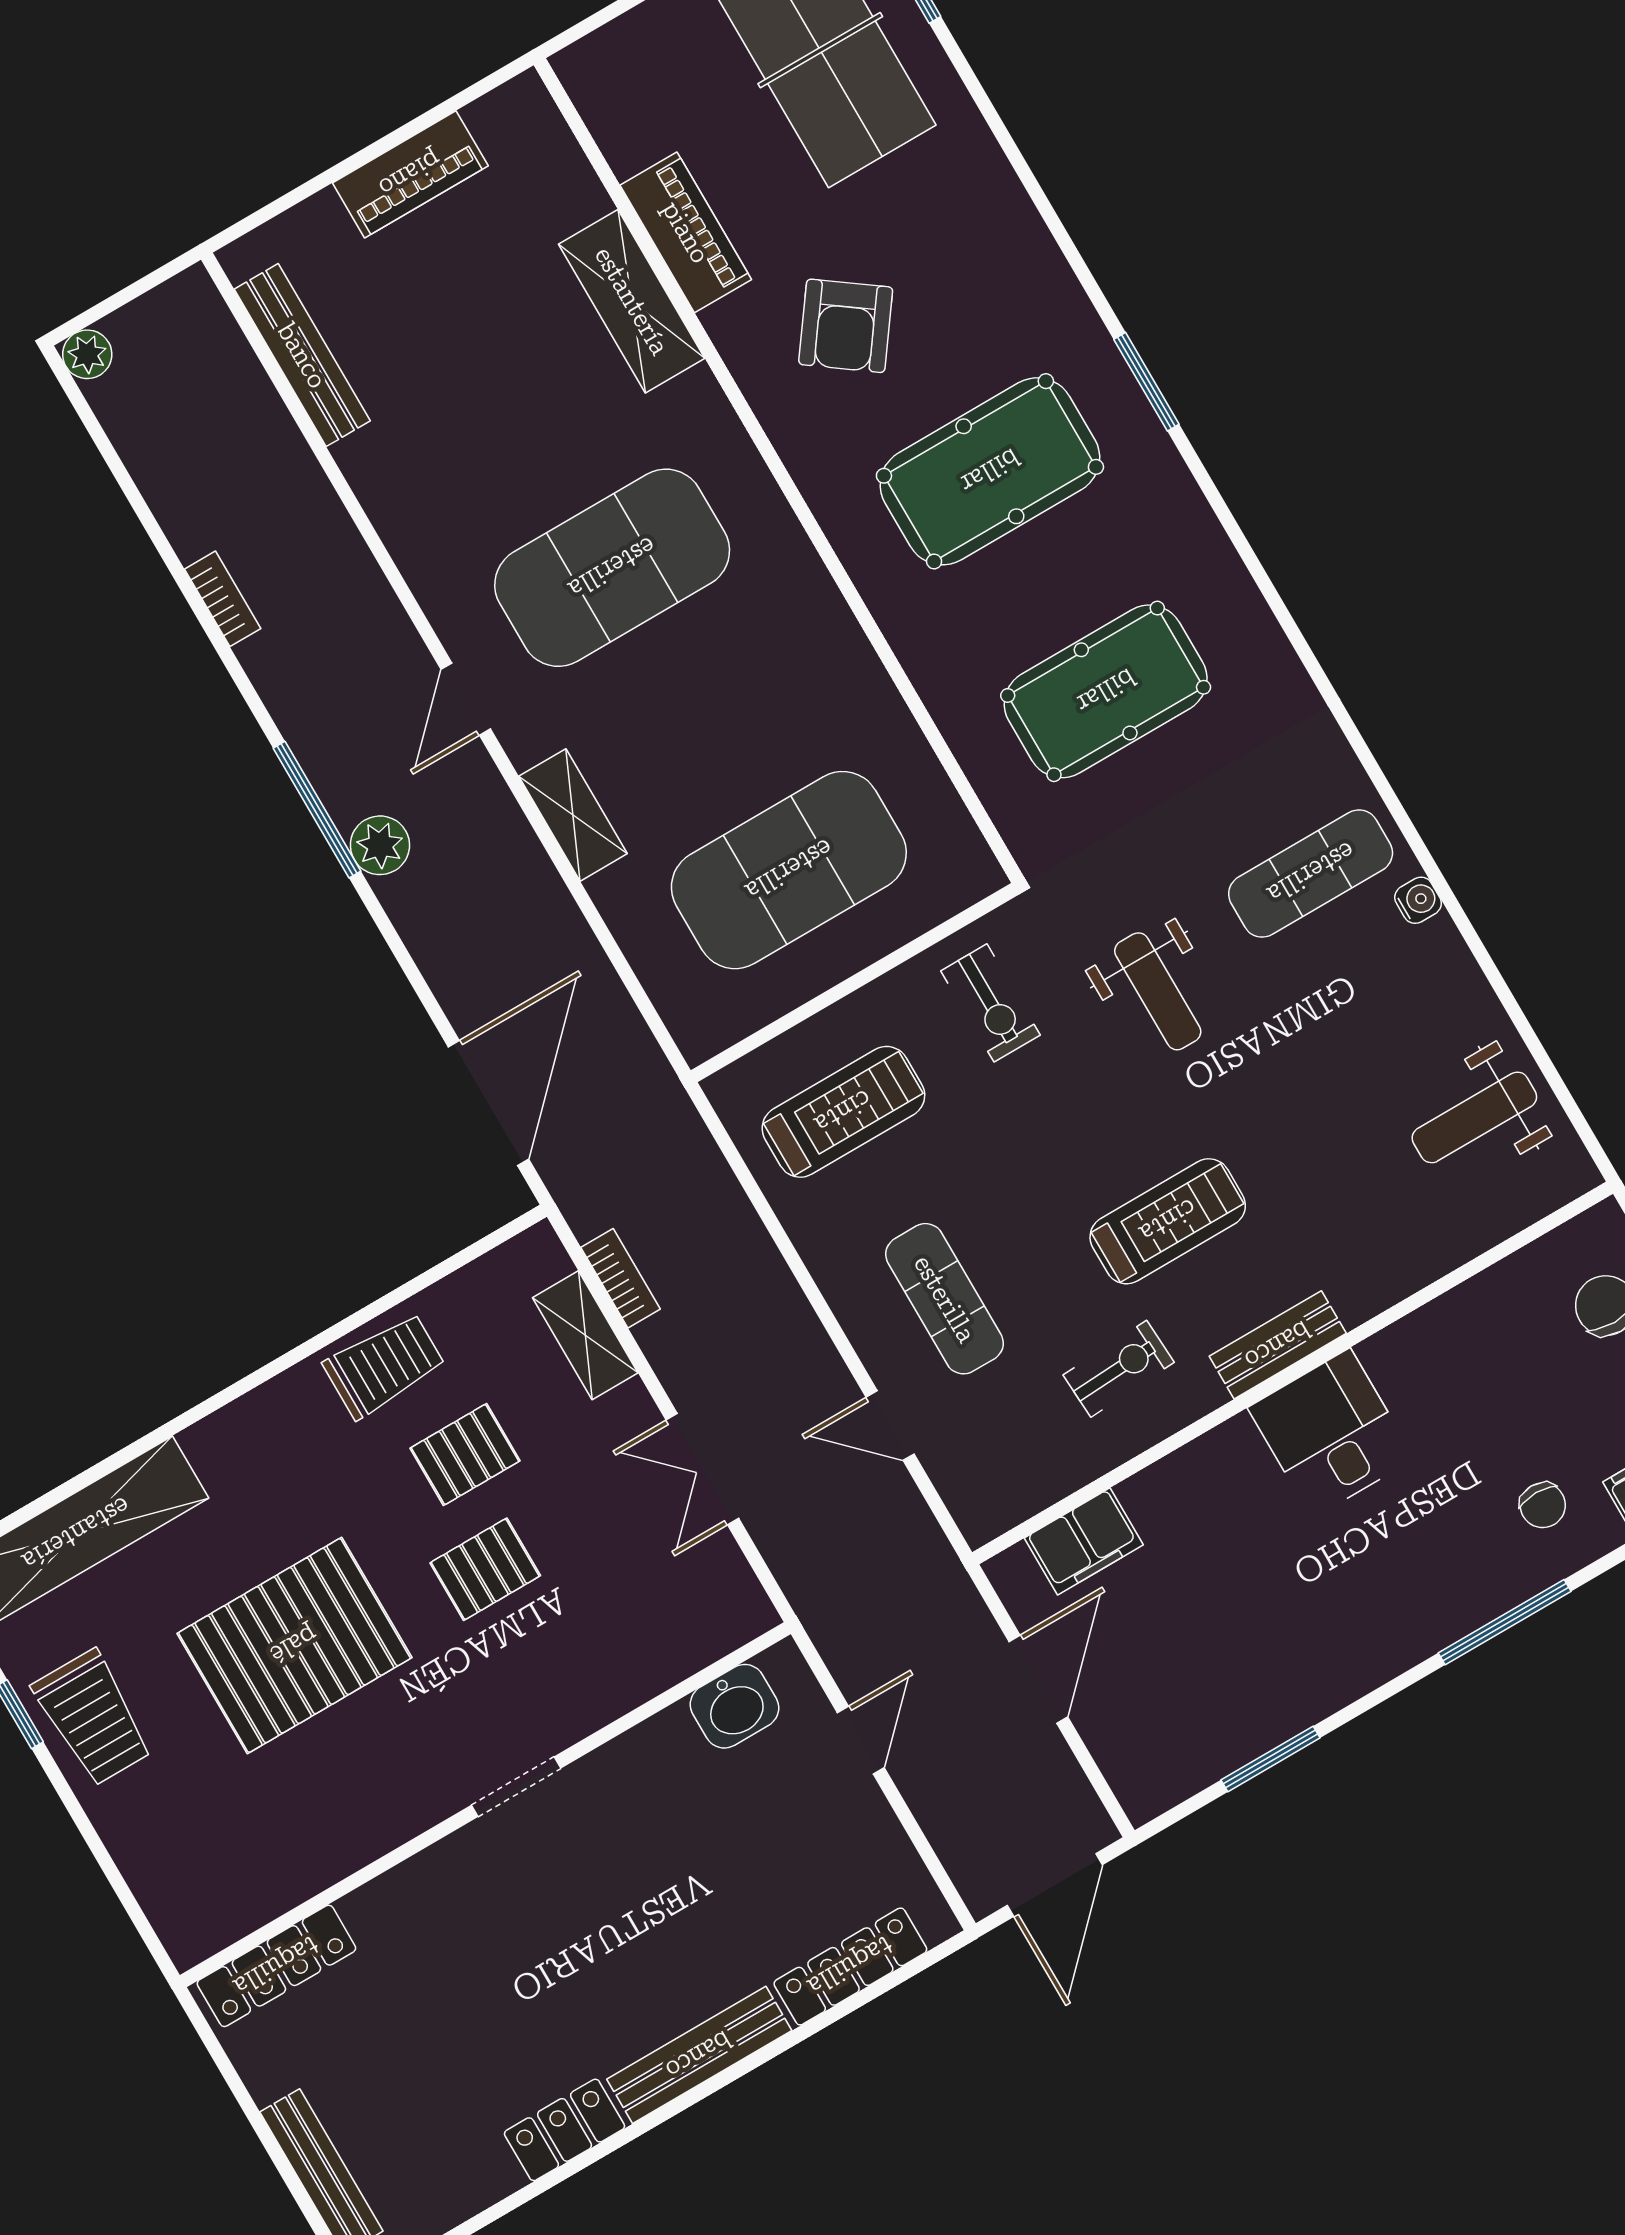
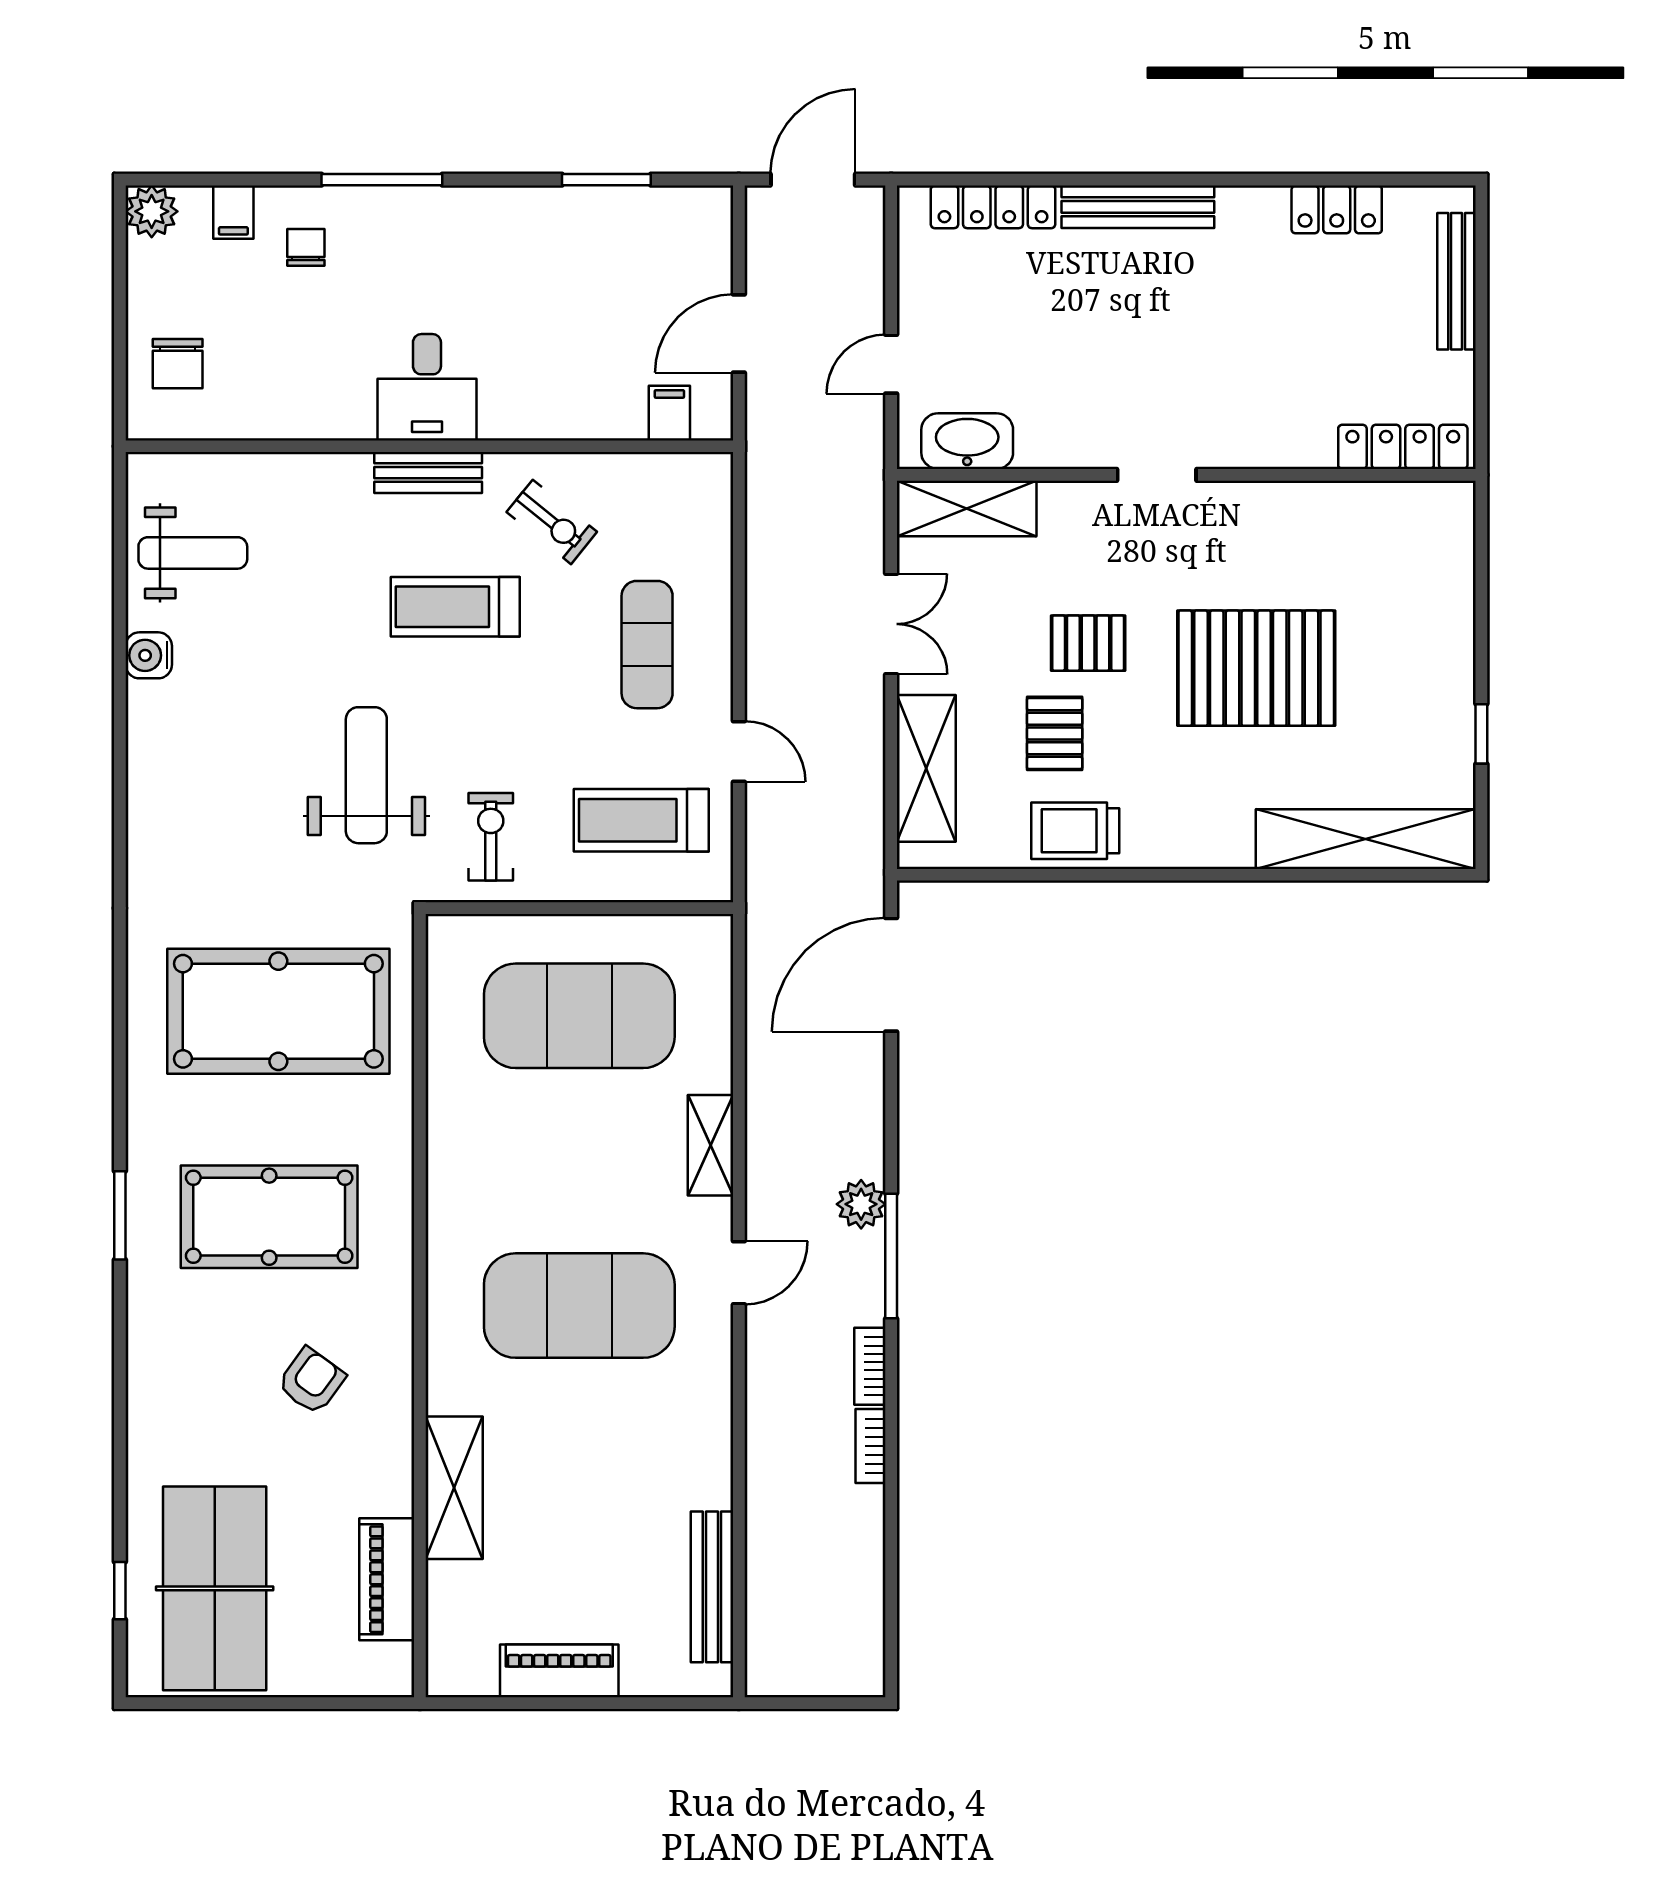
piano: (686, 232) -> (387, 1579), moved
armchair: (846, 326) -> (311, 1381), width x0.72, depth x0.72
plant: (87, 354) -> (865, 1677), removed
pool table: (1106, 691) -> (278, 1011), width x1.36, depth x1.32
exercise mat: (1311, 873) -> (208, 796), removed
water cooler: (1418, 900) -> (149, 655), moved, width x1.38, depth x1.38
weight bench: (1158, 991) -> (366, 775), width x1.36, depth x1.33
bookcase: (621, 1278) -> (870, 1366), moved
shelving: (585, 1335) -> (926, 768), width x1.50, depth x1.33
exercise bike: (1119, 1369) -> (552, 522), turned -138
door: (890, 1426) -> (739, 751), moved
pallet: (465, 1454) -> (1055, 733), turned 90
filing cabinet: (1084, 1541) -> (669, 413), width x0.50
shelving: (694, 1636) -> (967, 508), added
washbasin: (735, 1706) -> (967, 441), width x1.38
trolley: (93, 1718) -> (1430, 701), removed
locker: (565, 2130) -> (1337, 209), moved

